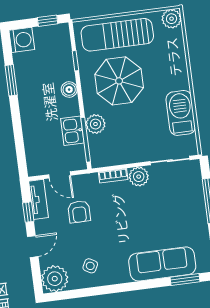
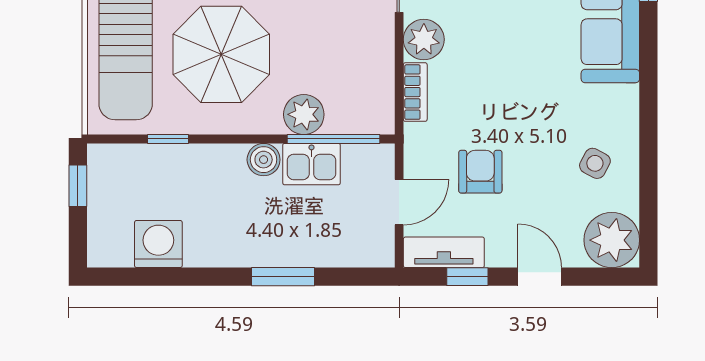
washing machine: (22, 40) -> (158, 244), moved
window: (11, 80) -> (283, 277), moved
boiler: (69, 90) -> (264, 160), moved
armchair: (79, 212) -> (480, 172), turned -90

